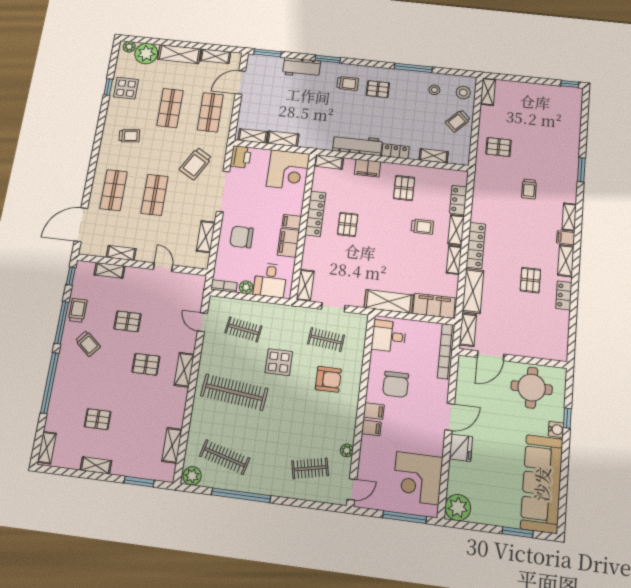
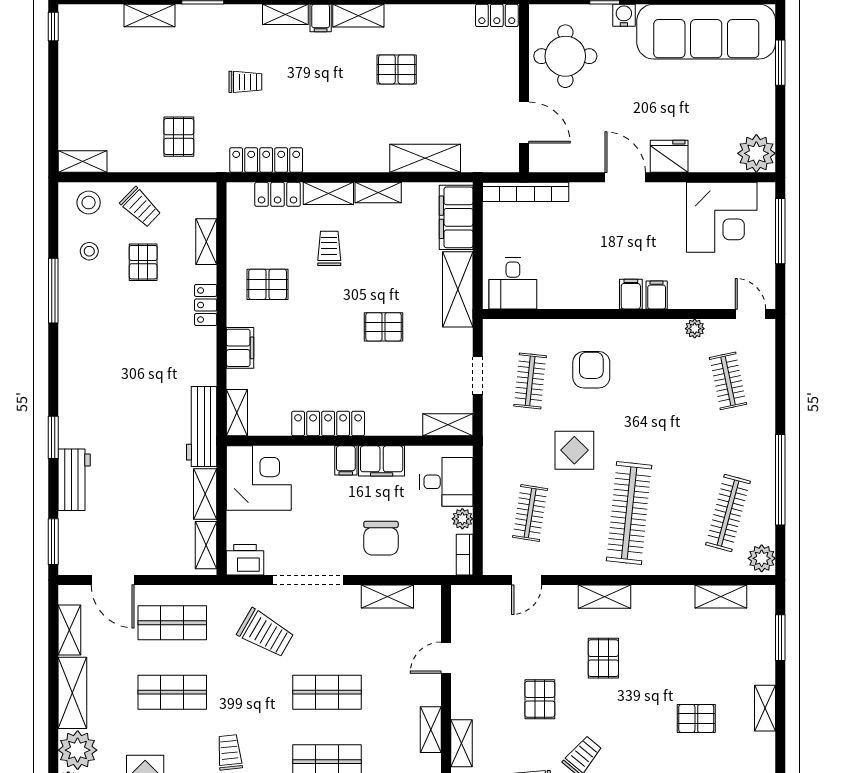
trolley: (348, 83) -> (94, 398), removed
pallet: (378, 89) -> (143, 262), moved
workbench: (357, 145) -> (202, 426), moved
pallet: (348, 224) -> (384, 327), moved
locker: (476, 245) -> (266, 160), moved
locker: (564, 295) -> (497, 15), moved
shelving: (468, 330) -> (150, 16), moved
chair: (396, 384) -> (586, 265), removed
pallet: (98, 419) -> (696, 719), turned 90

